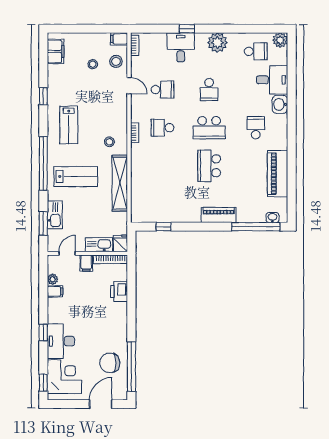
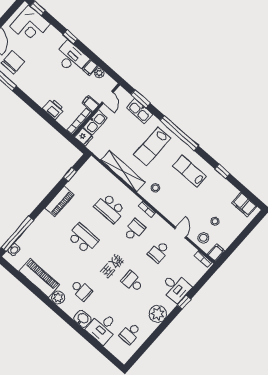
plant: (280, 40) -> (58, 298), moved
door: (129, 86) -> (180, 232), swing flipped
school desk: (209, 128) -> (110, 208), moved, turned -90
piano: (219, 215) -> (59, 201), moved
desk: (61, 341) -> (71, 58), moved

